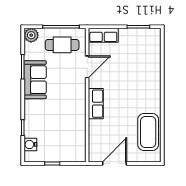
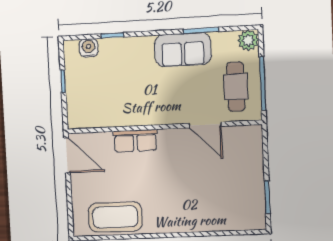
row of seats: (103, 35) -> (253, 146), removed
row of seats: (96, 104) -> (135, 141), moved
door: (114, 163) -> (67, 155), moved

